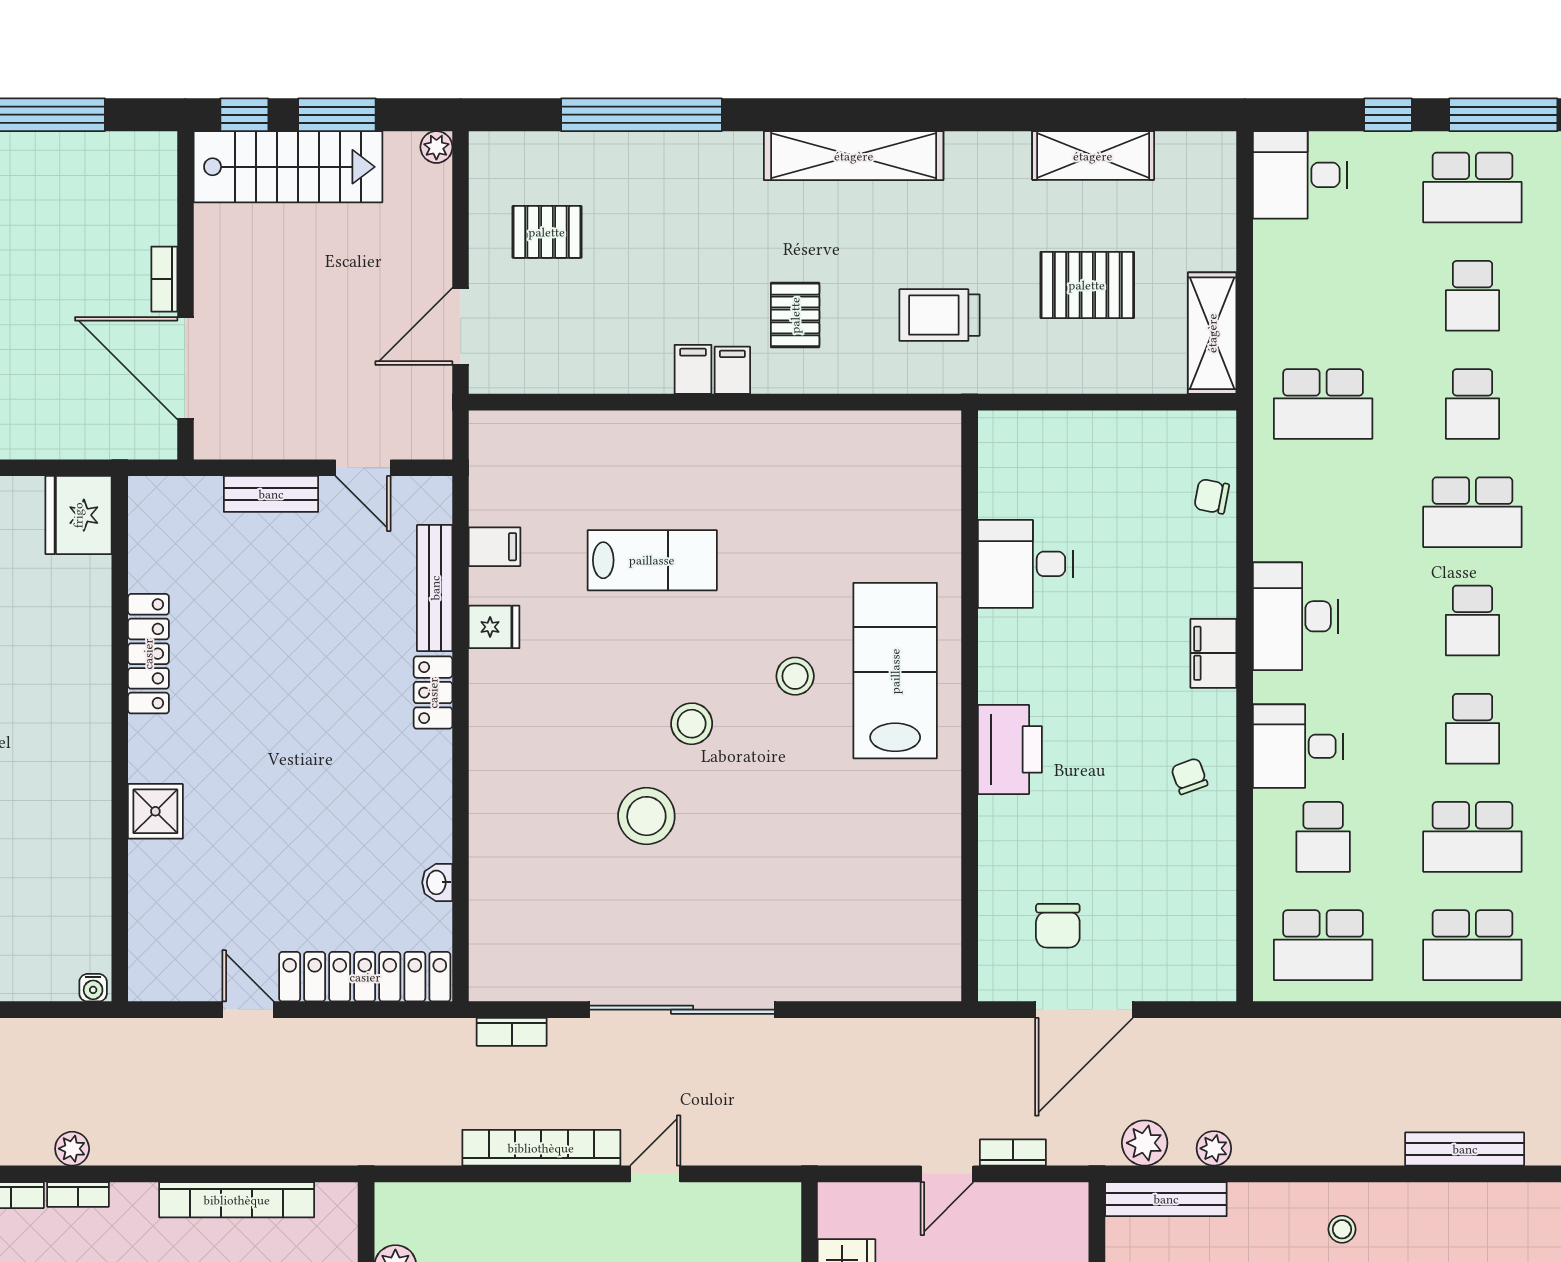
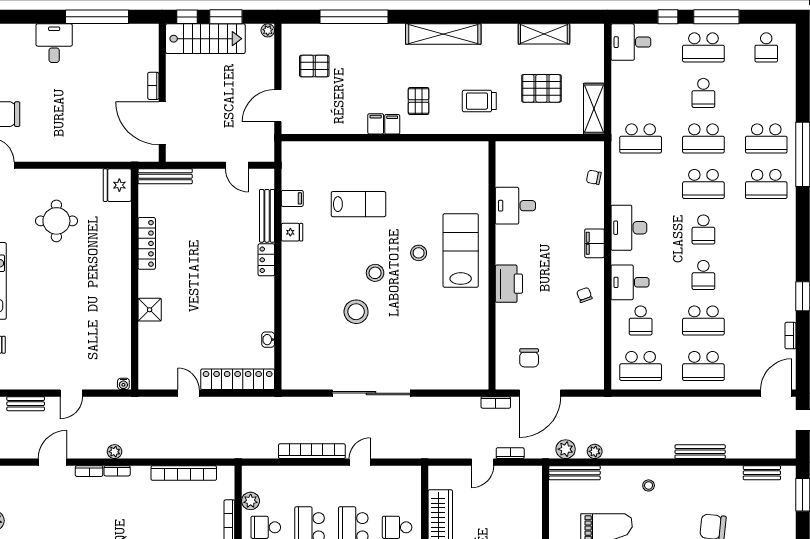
school desk: (1472, 404) -> (703, 138), width x1.85
bench: (271, 494) -> (165, 176), moved, width x1.36
bookcase: (512, 1032) -> (496, 402), moved

